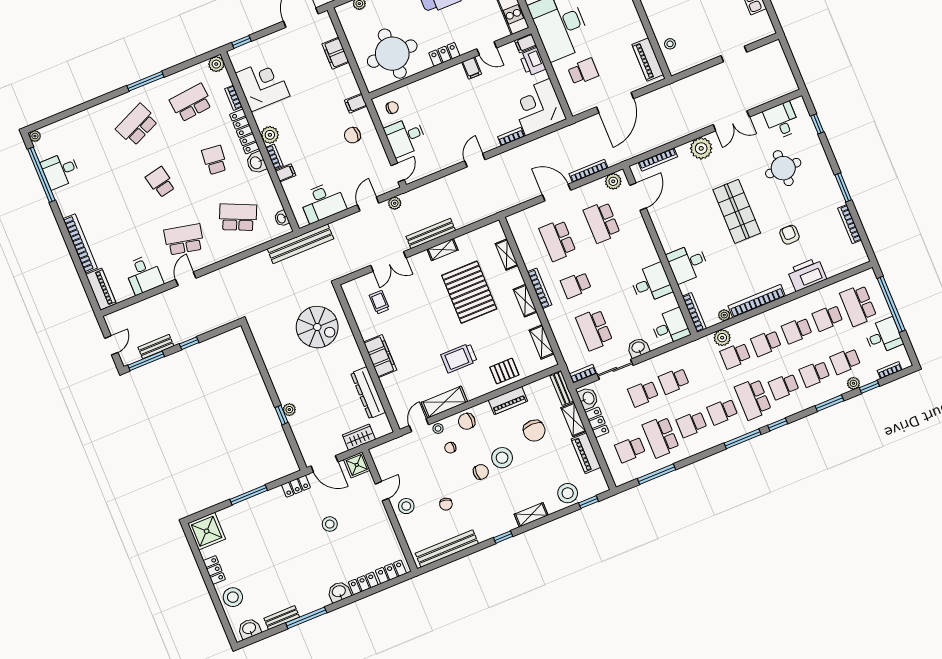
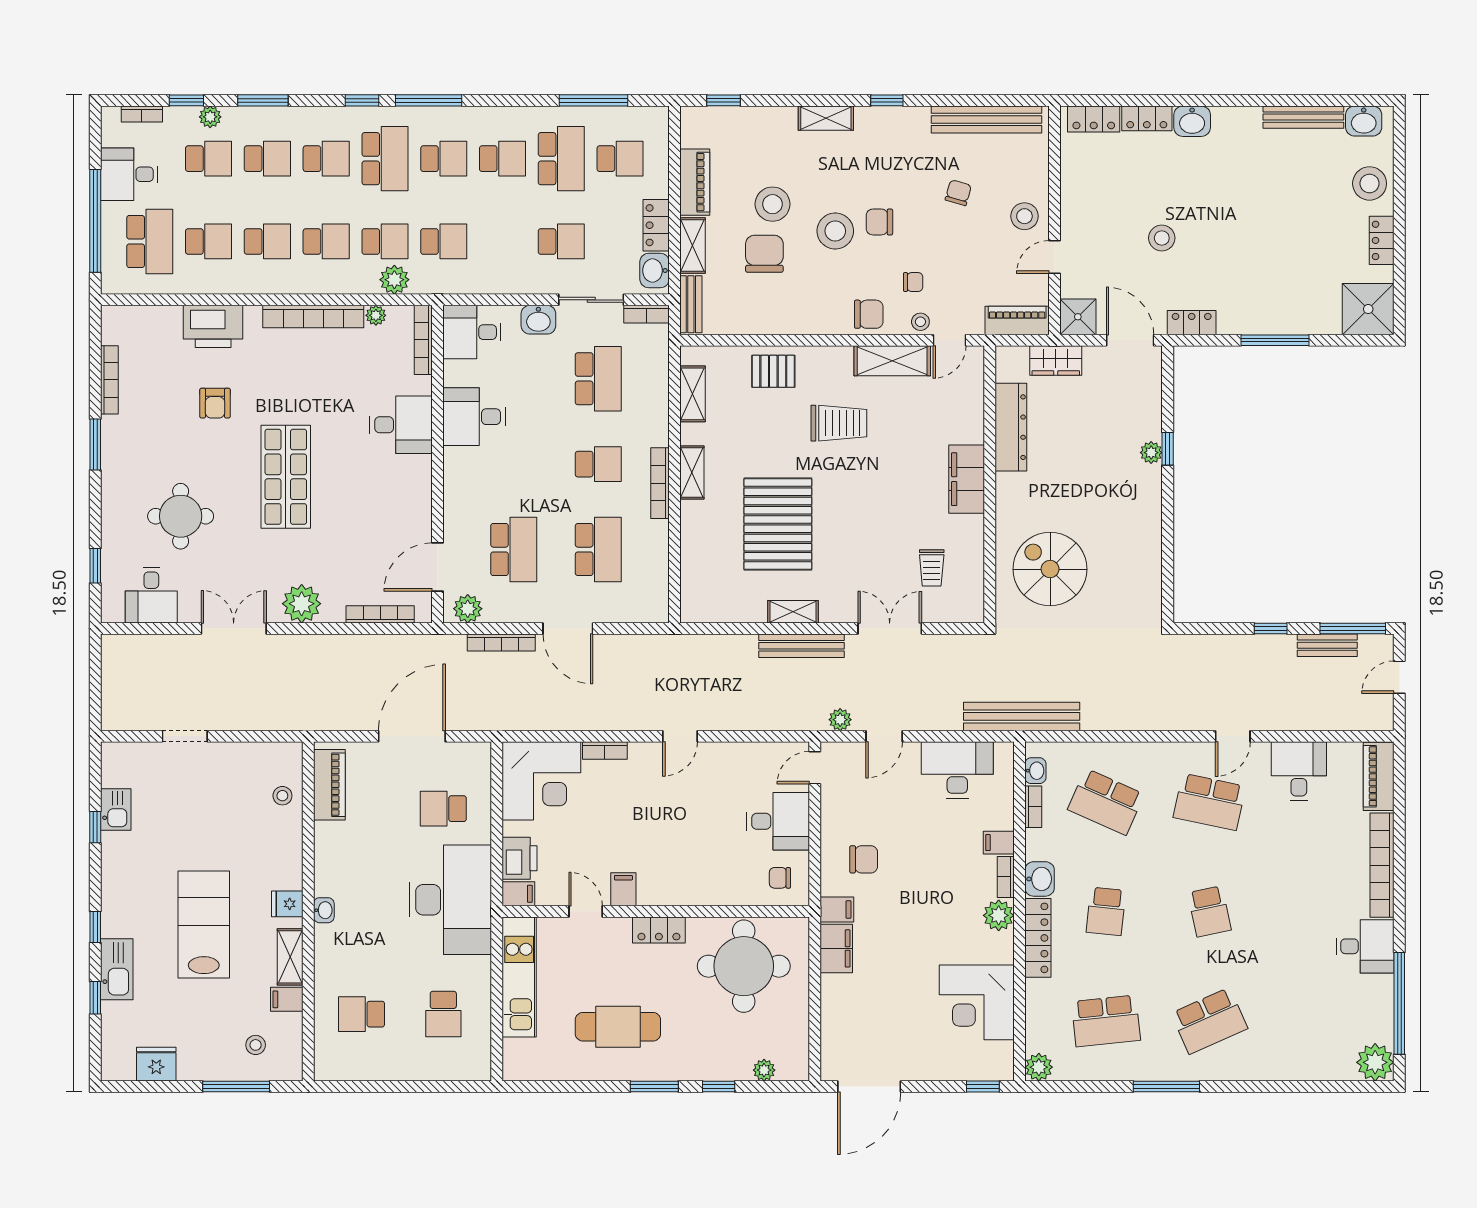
filing cabinet: (336, 53) -> (836, 948), moved
bookcase: (234, 98) -> (1033, 807), moved
plant: (35, 136) -> (1375, 1062), width x1.88, depth x1.88
desk: (60, 170) -> (1365, 946), moved
shelving: (507, 255) -> (691, 561), removed
school desk: (674, 381) -> (444, 241), moved
piano: (508, 401) -> (1017, 320), moved
stool: (568, 493) -> (773, 204), moved
bench: (282, 618) -> (1303, 117), width x1.36
window: (306, 618) -> (1263, 100), removed

